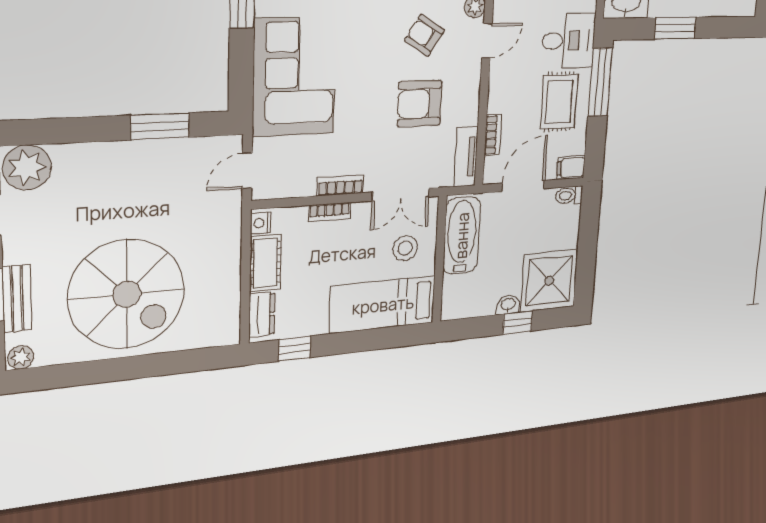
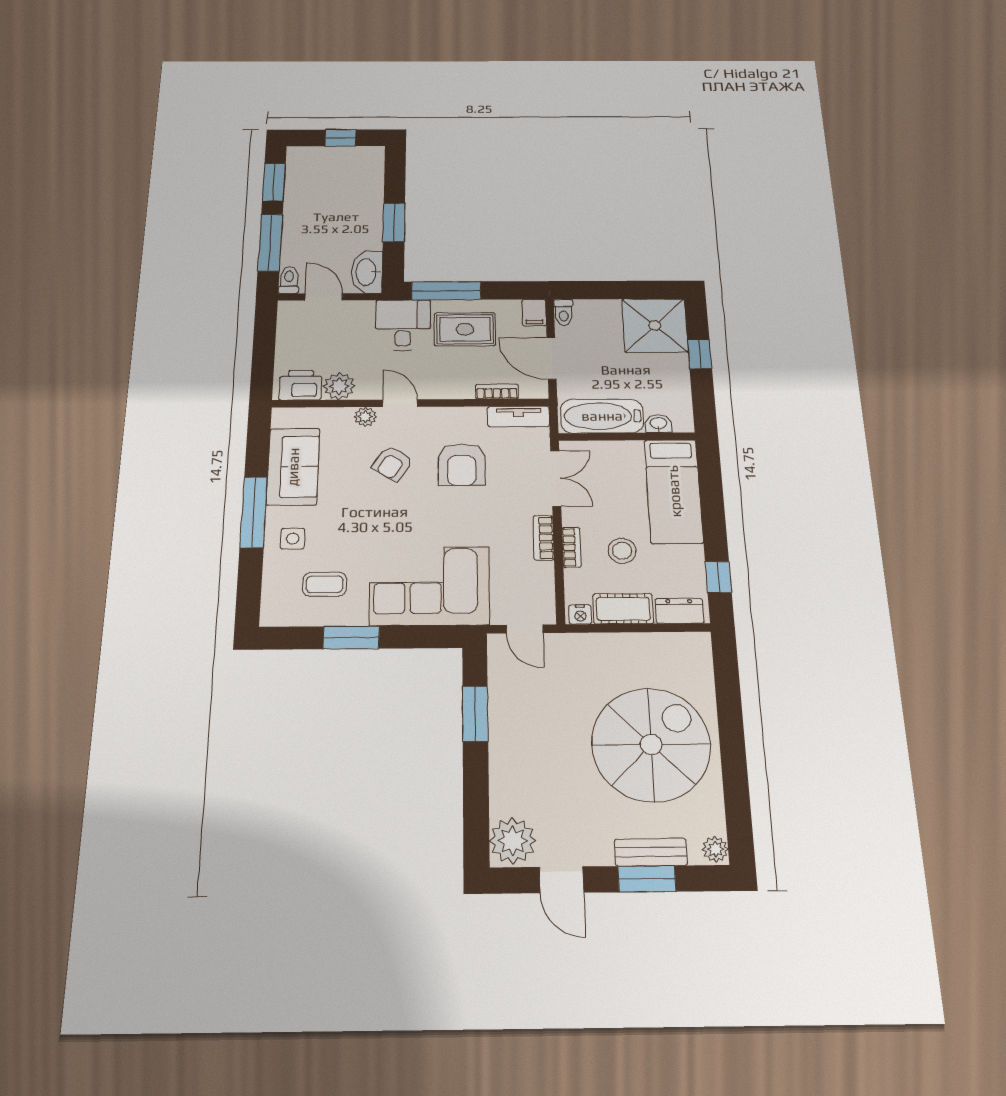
stool: (405, 248) -> (622, 551), moved
washbasin: (508, 305) -> (658, 424), moved, turned 90

